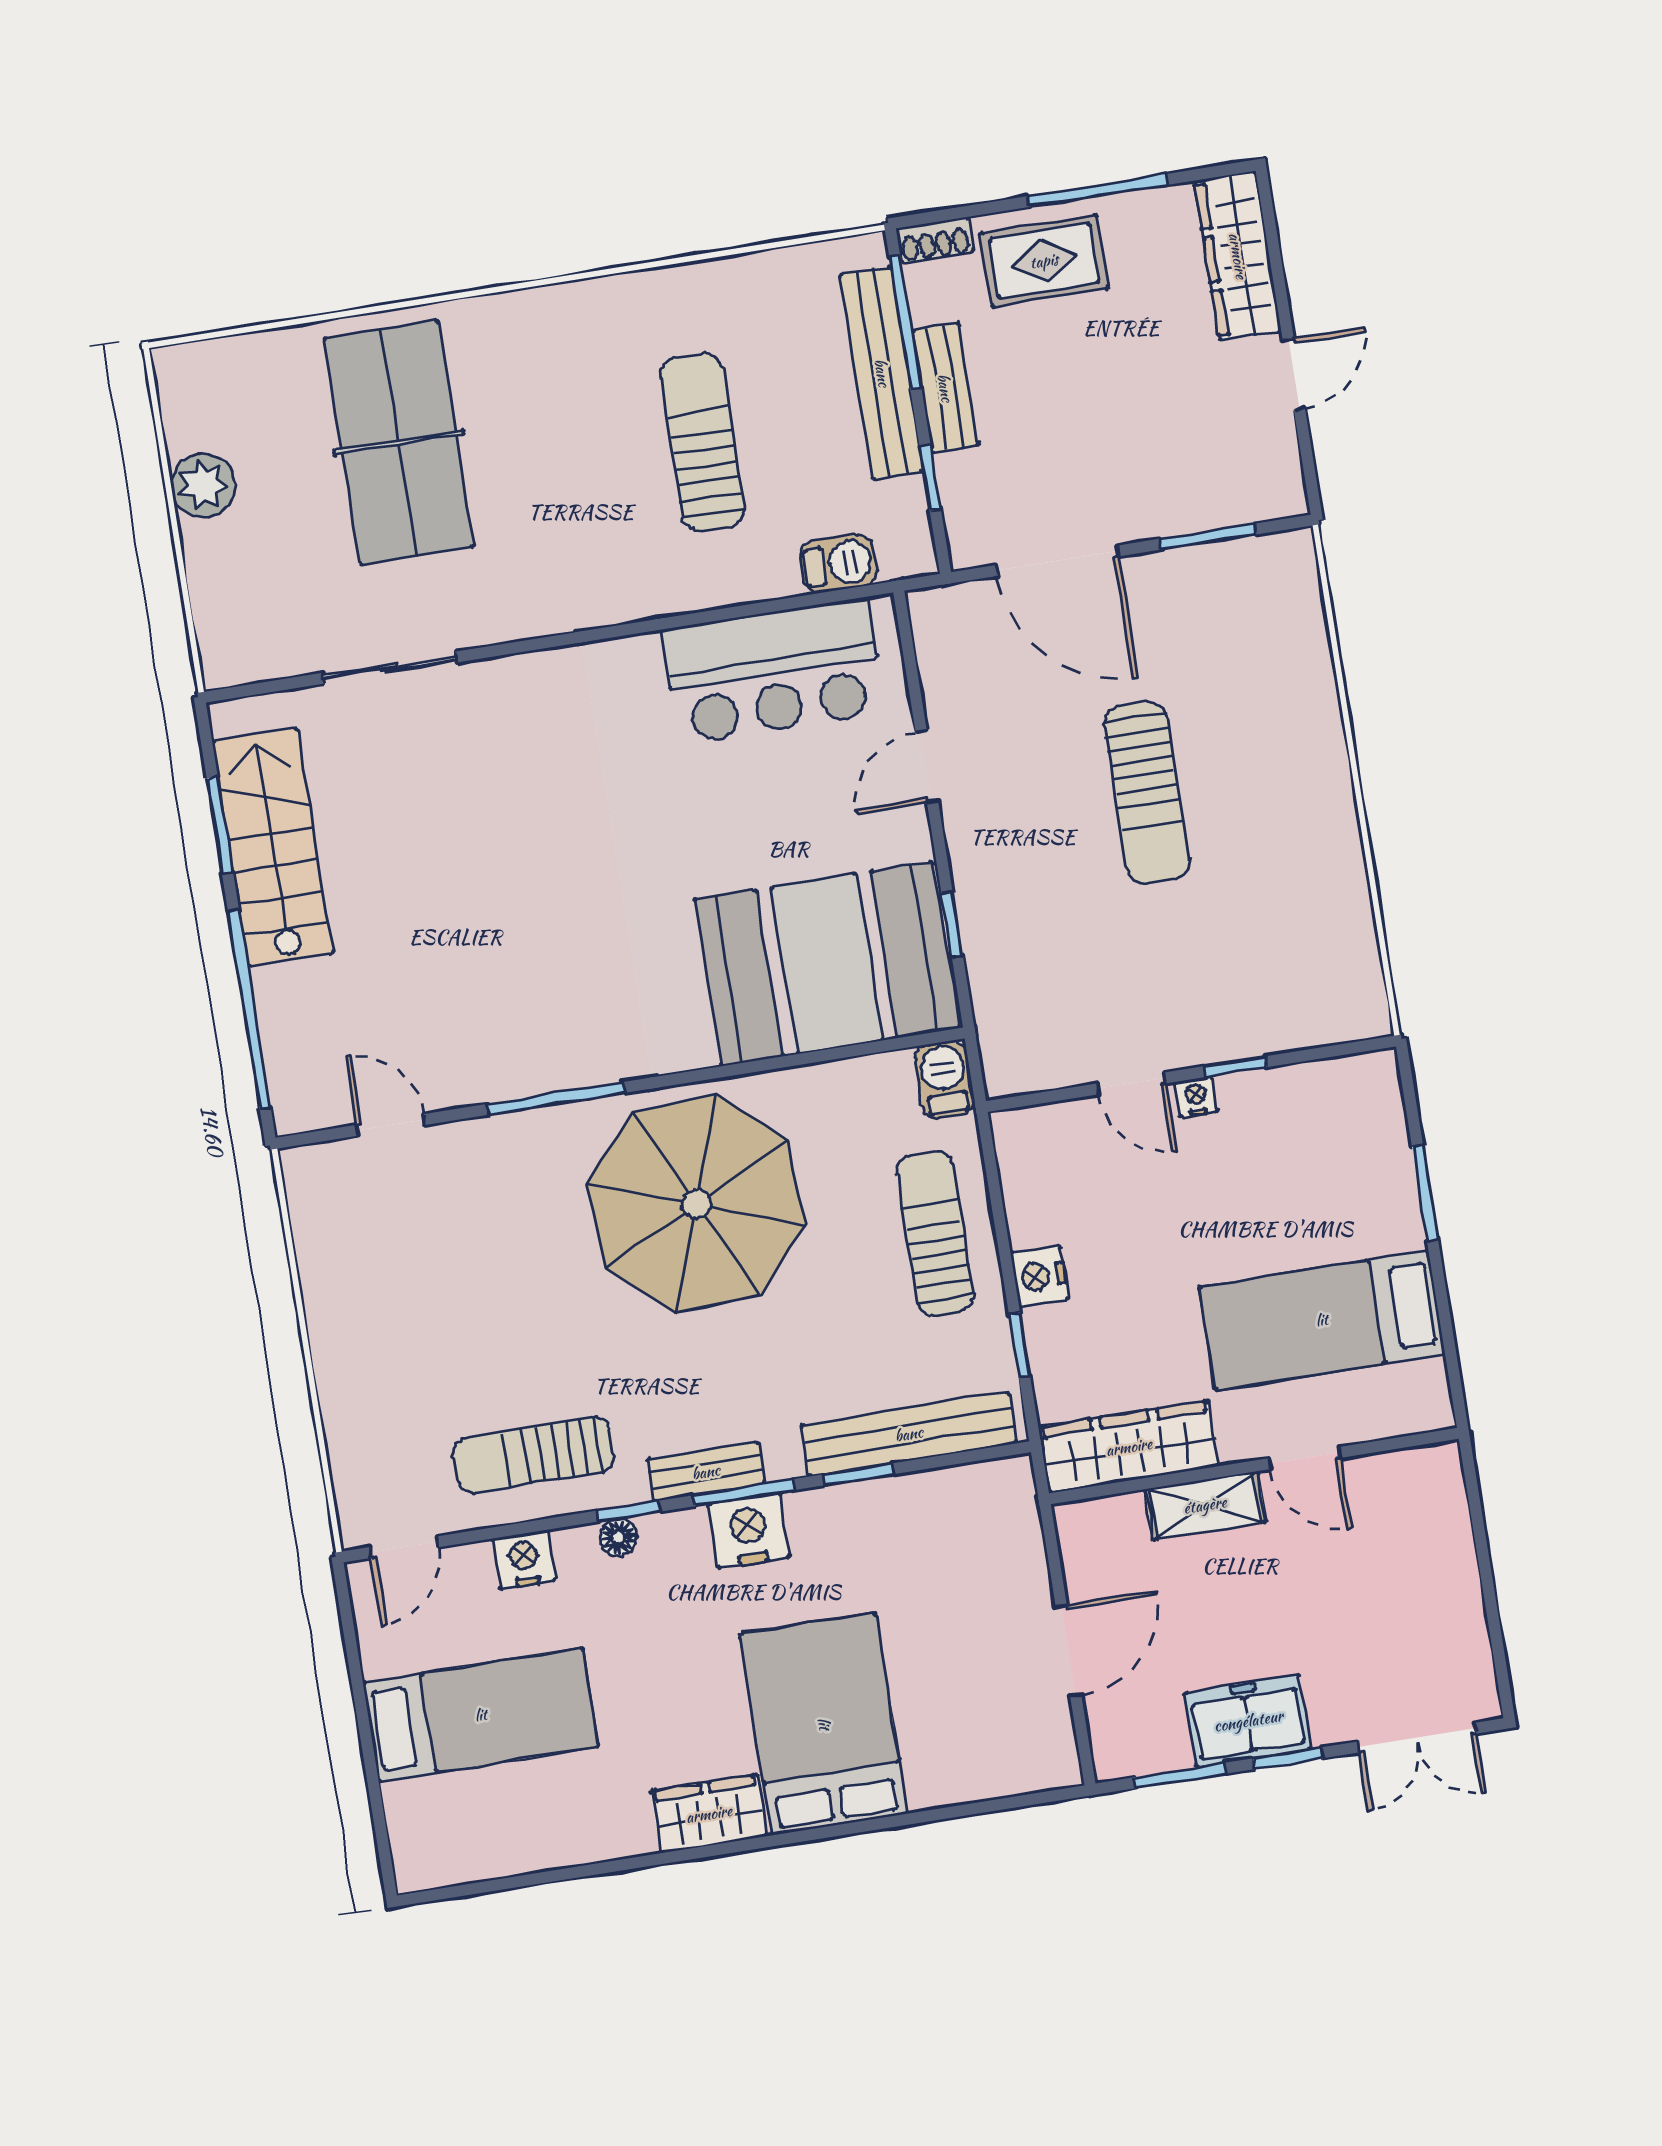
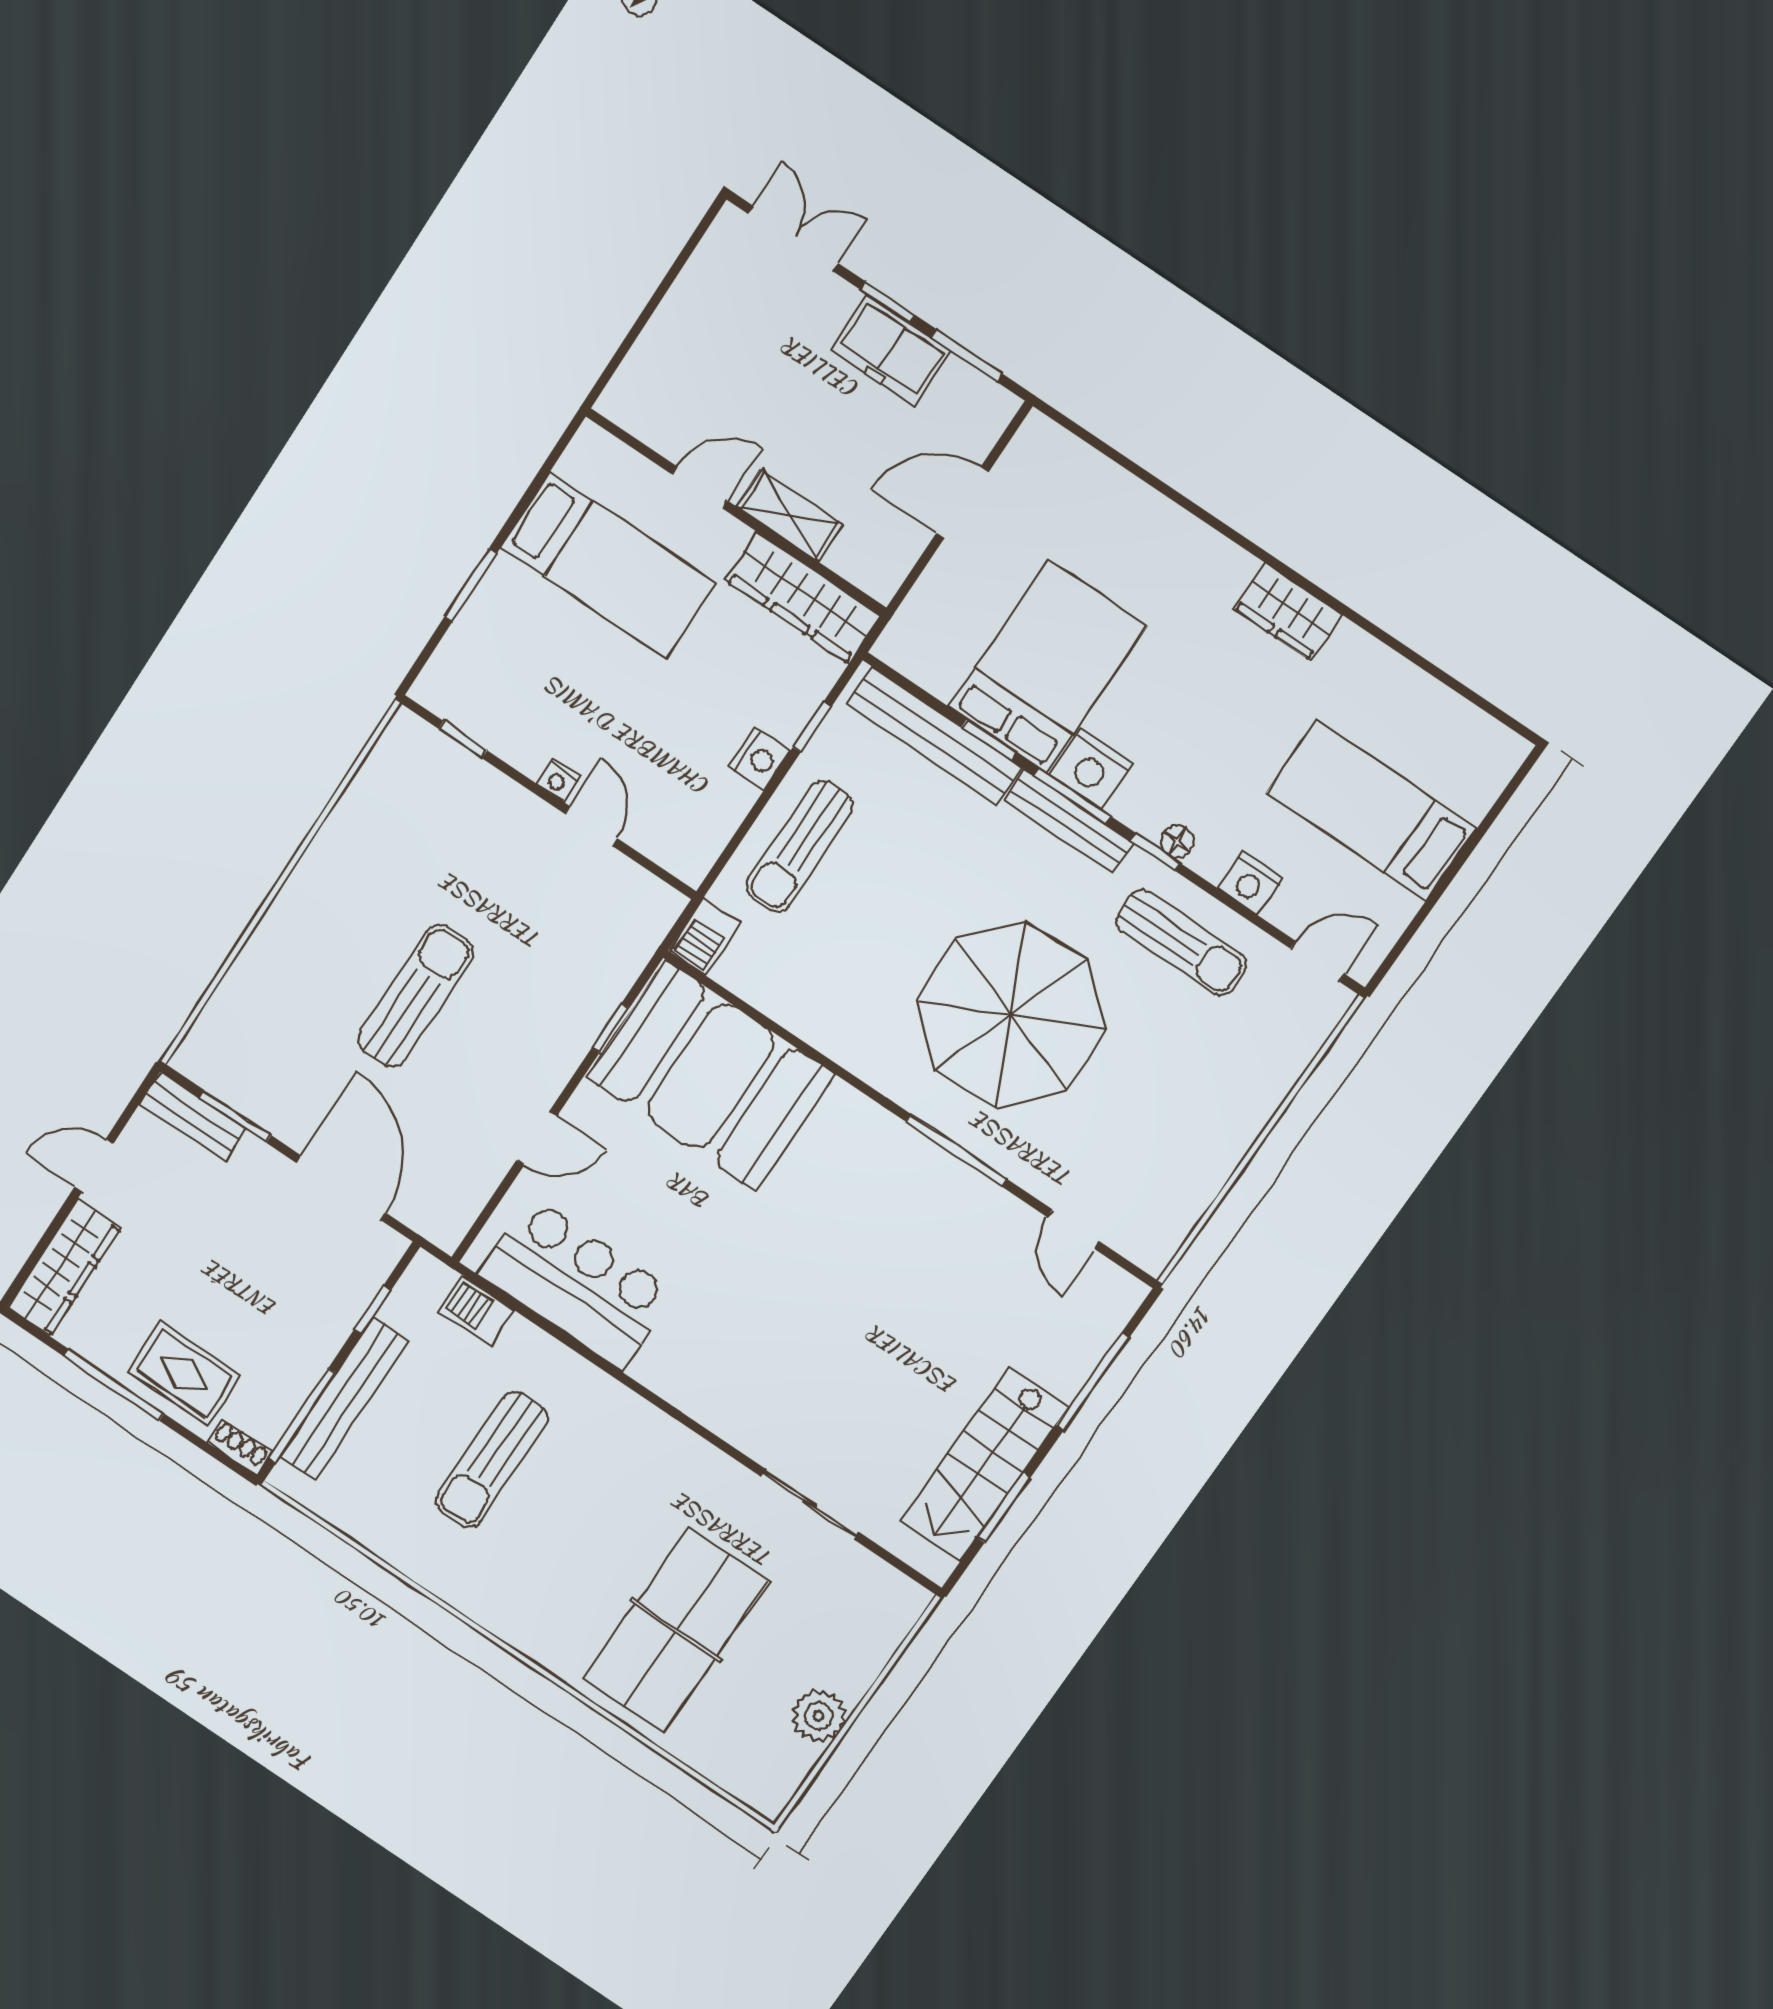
bench: (945, 388) -> (193, 1117), moved, turned 90
window: (249, 1009) -> (1093, 1381), width x0.68
window: (1236, 1067) -> (463, 740), moved
parasol: (696, 1204) -> (1011, 1015), moved
door: (1304, 1458) -> (700, 487), hinge flipped
bench: (706, 1472) -> (1069, 822), width x1.36
bed: (824, 1724) -> (1047, 666), moved, turned 180

